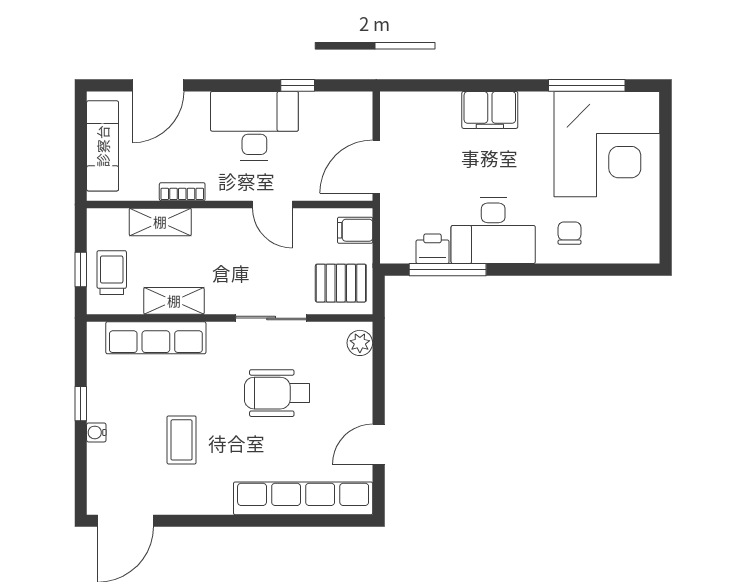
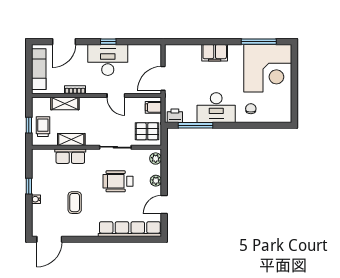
window: (298, 85) -> (108, 42), moved
printer: (432, 249) -> (175, 116), moved
row of seats: (156, 338) -> (70, 156), width x0.68
plant: (360, 392) -> (156, 181), added

